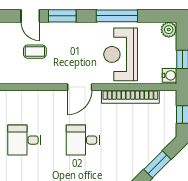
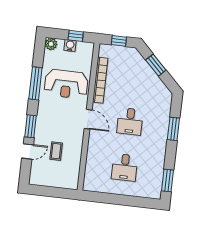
water cooler: (170, 75) -> (70, 46), moved

